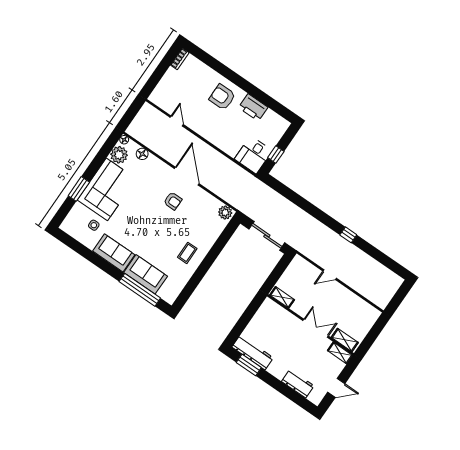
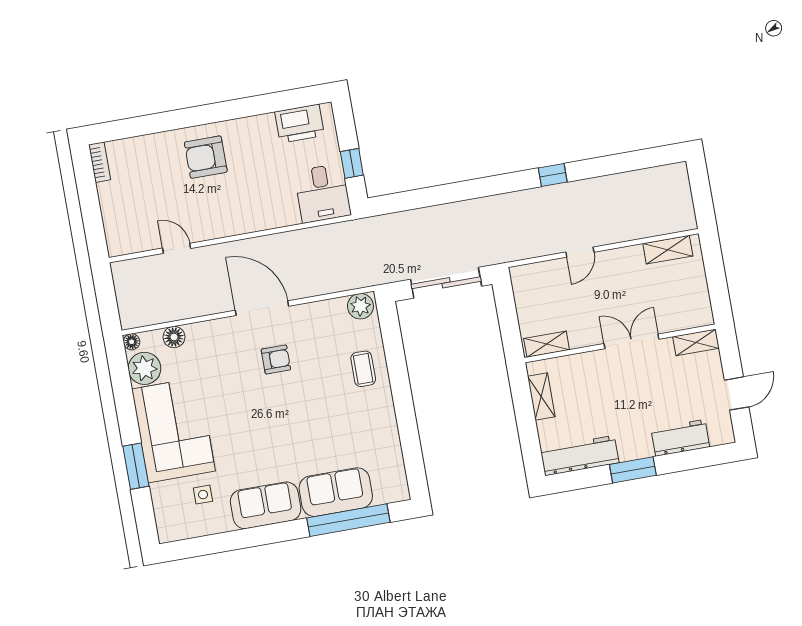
printer: (253, 107) -> (300, 124), moved
coffee table: (187, 253) -> (363, 369), moved
shelving: (260, 315) -> (541, 396), added
shelving: (345, 340) -> (668, 250), moved
window: (249, 365) -> (633, 470), moved

